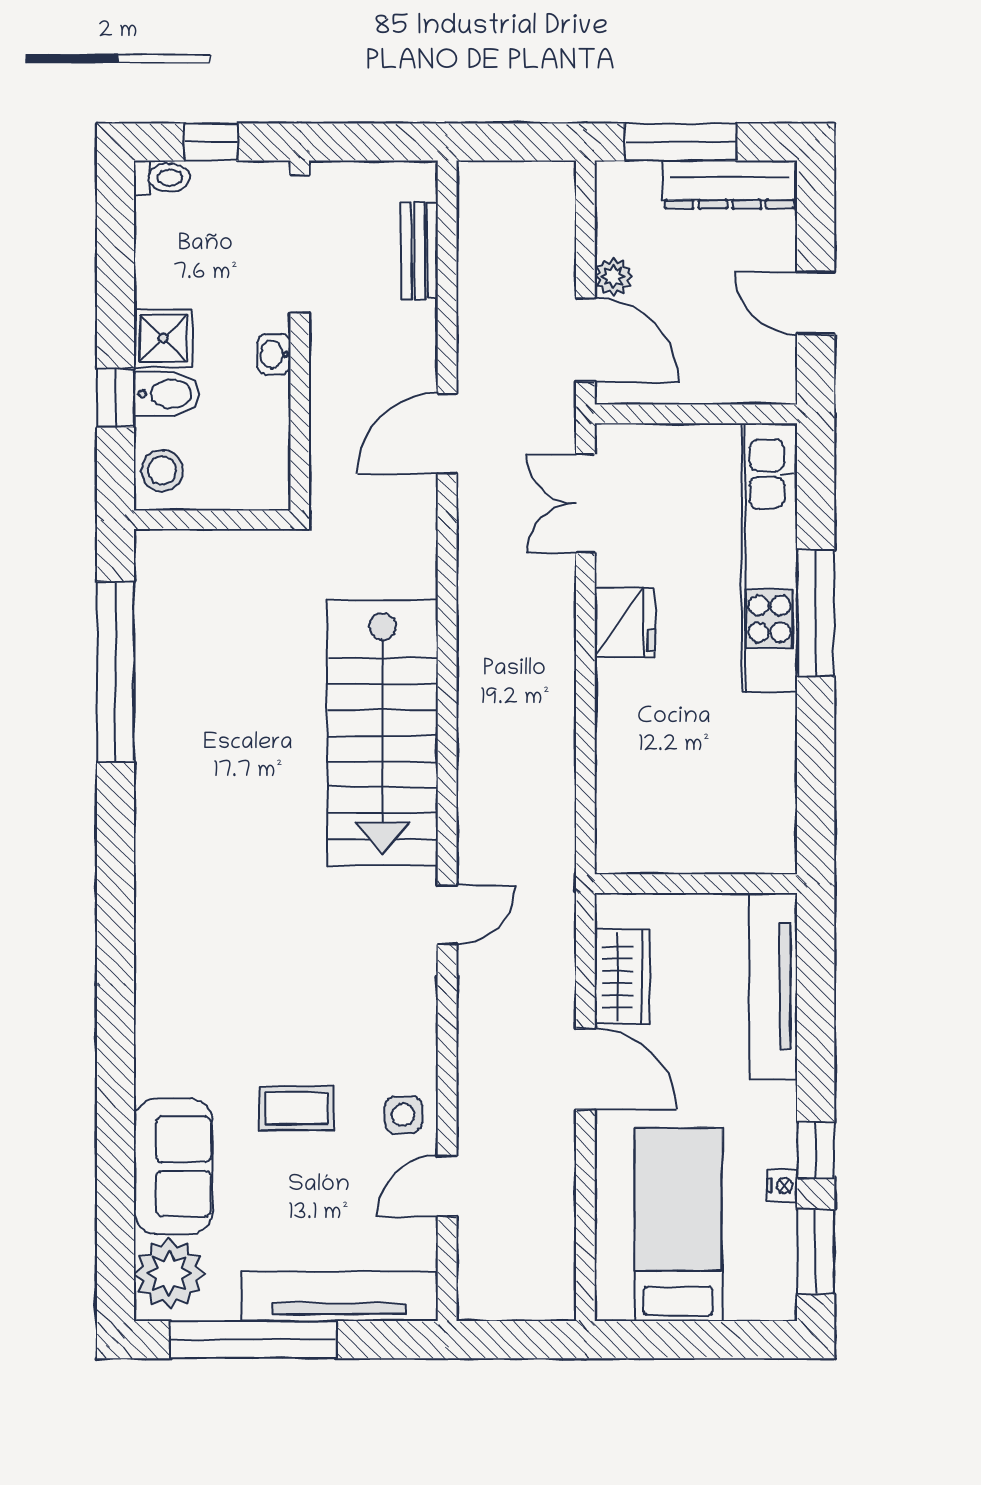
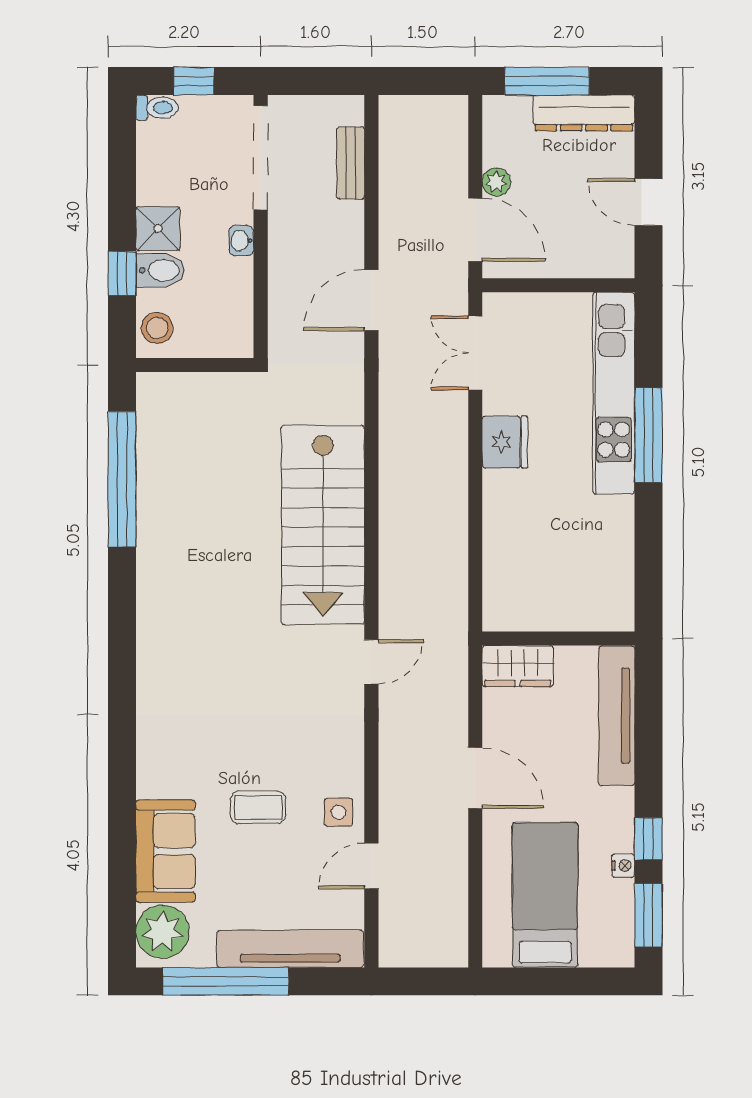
wardrobe: (622, 977) -> (518, 666), moved, turned 90

